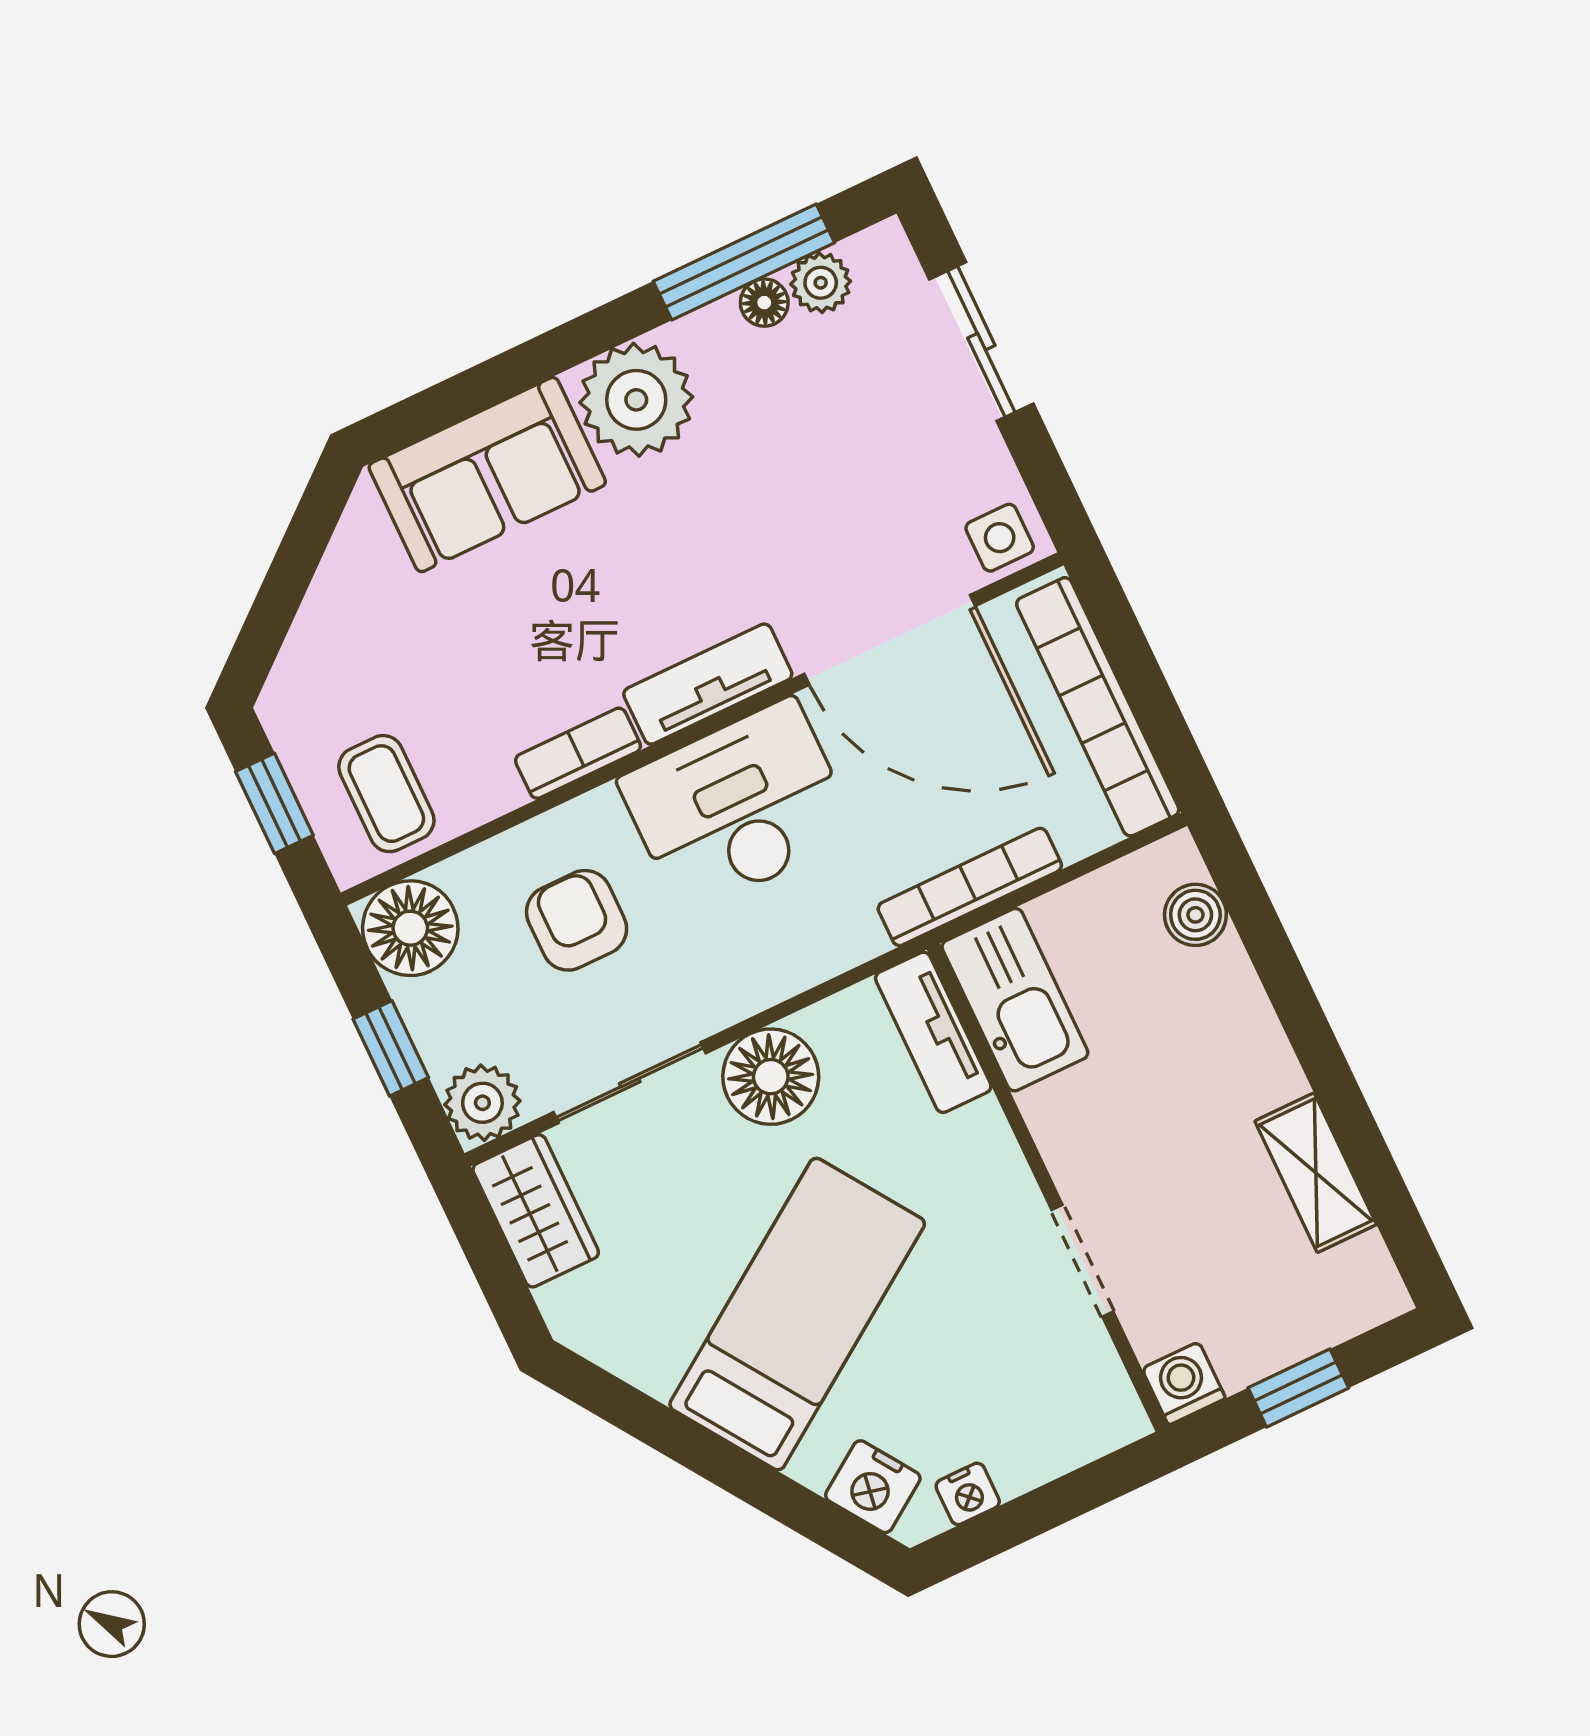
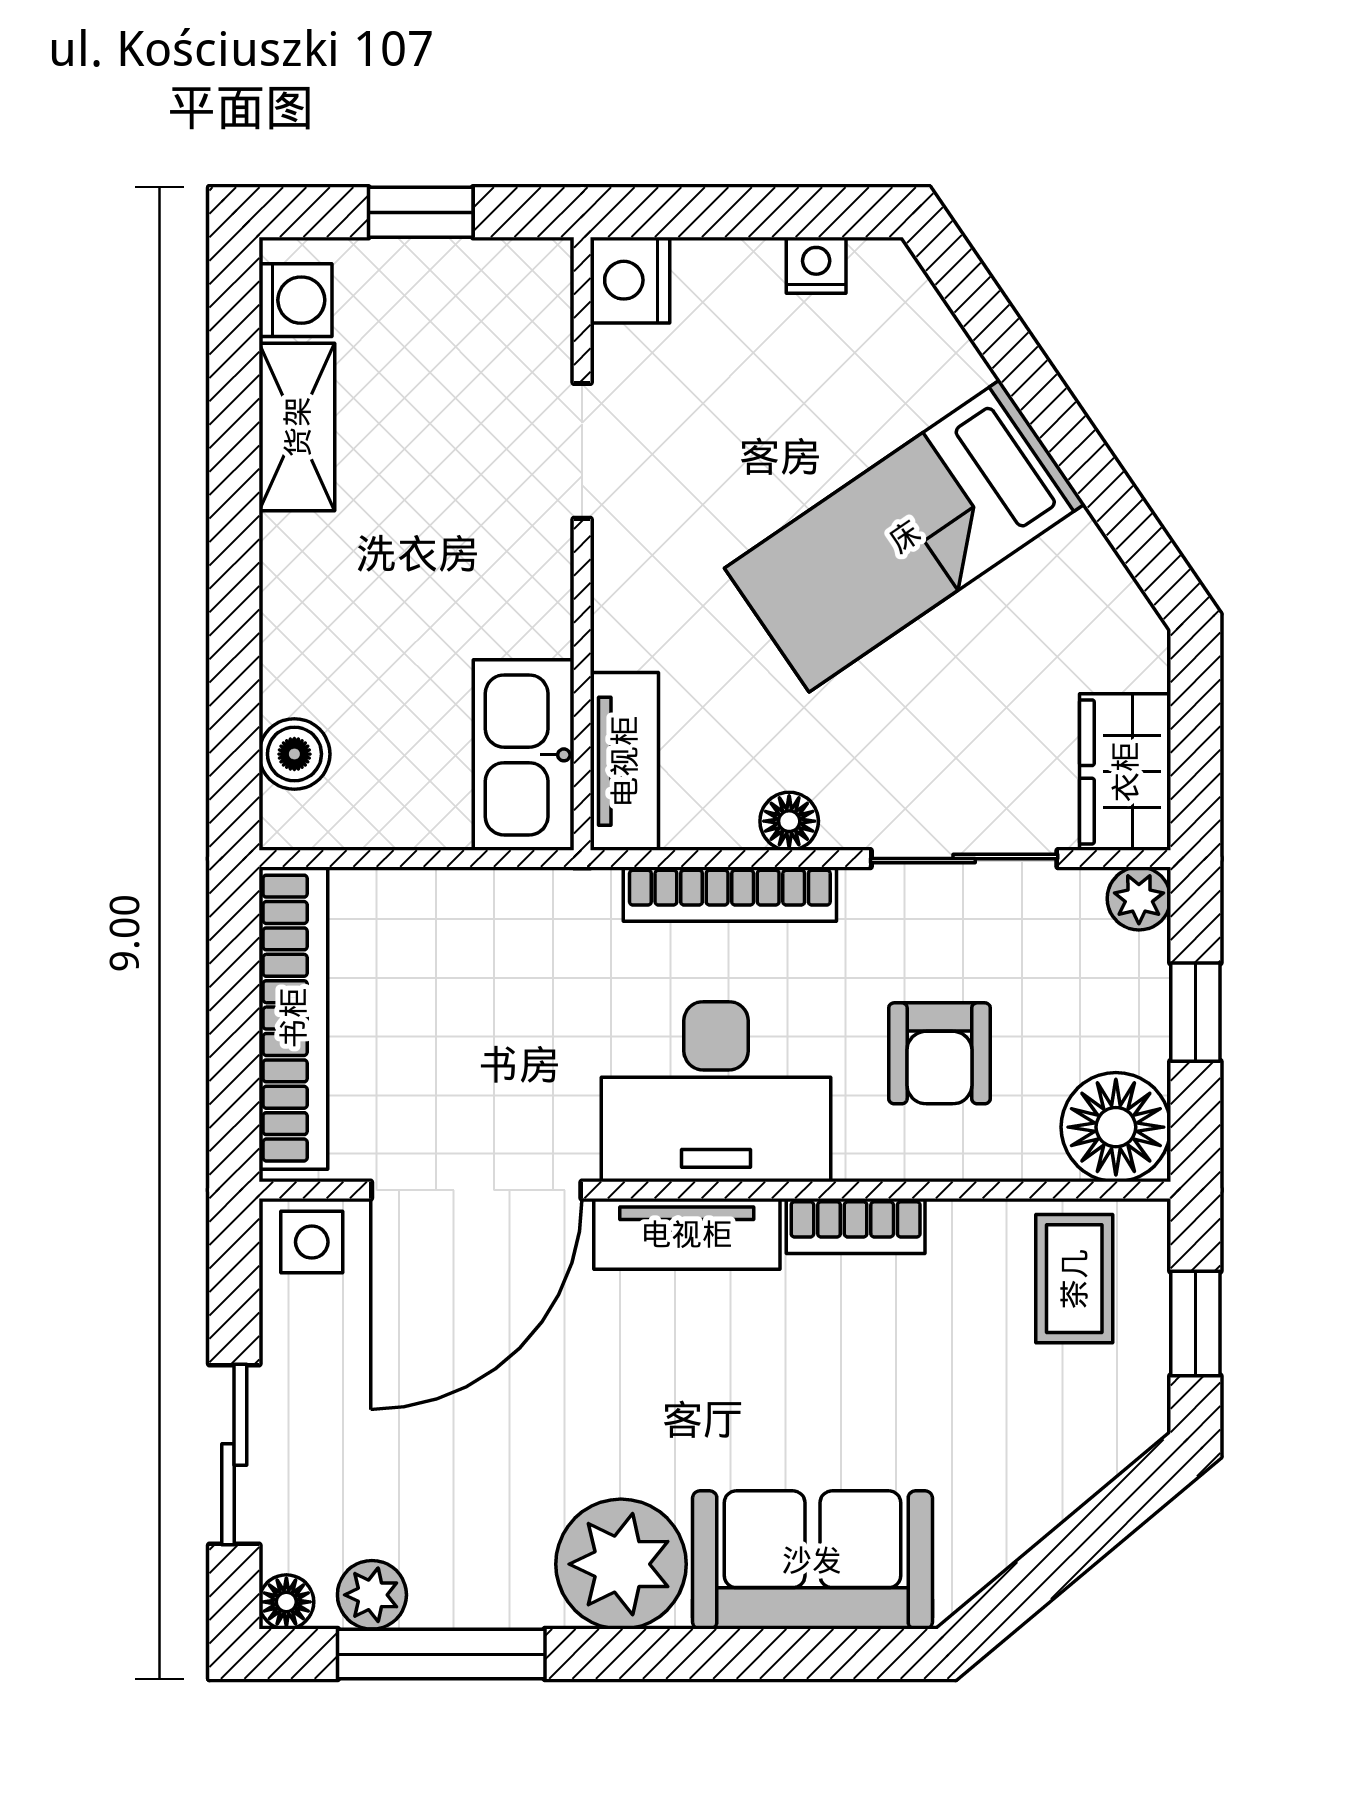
floor lamp: (764, 303) -> (286, 1602), moved
door: (890, 640) -> (476, 1190), swing flipped
bookcase: (970, 887) -> (730, 894), moved
floor lamp: (771, 1077) -> (789, 821), width x0.53, depth x0.53
plant: (482, 1103) -> (1139, 899), width x0.73, depth x0.73
washing machine: (1184, 1383) -> (295, 300), moved, turned -90
nightstand: (873, 1487) -> (630, 280), moved, turned -146

